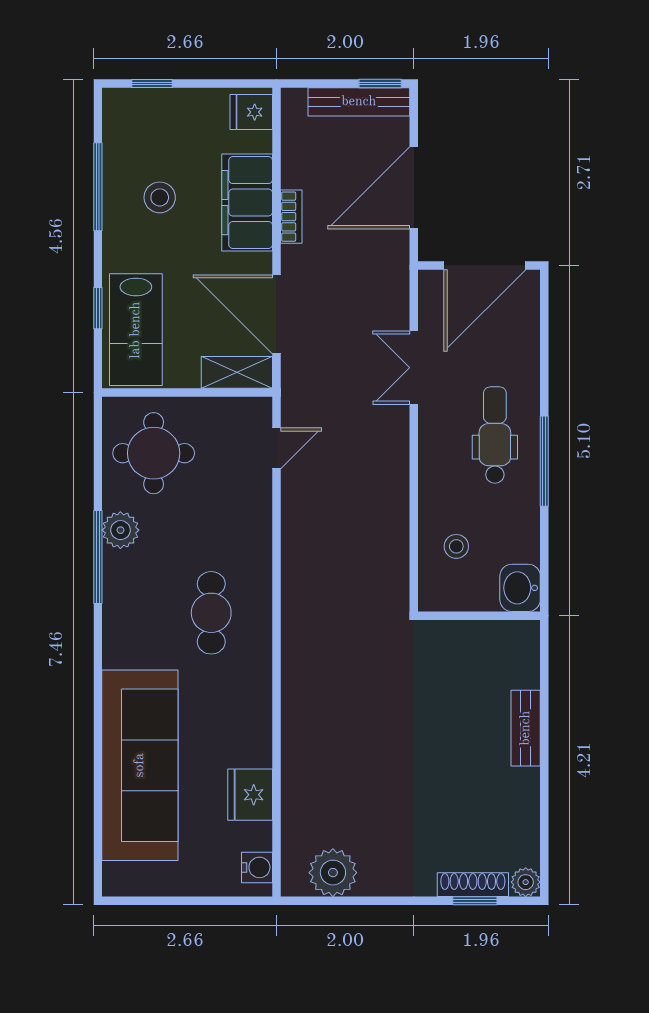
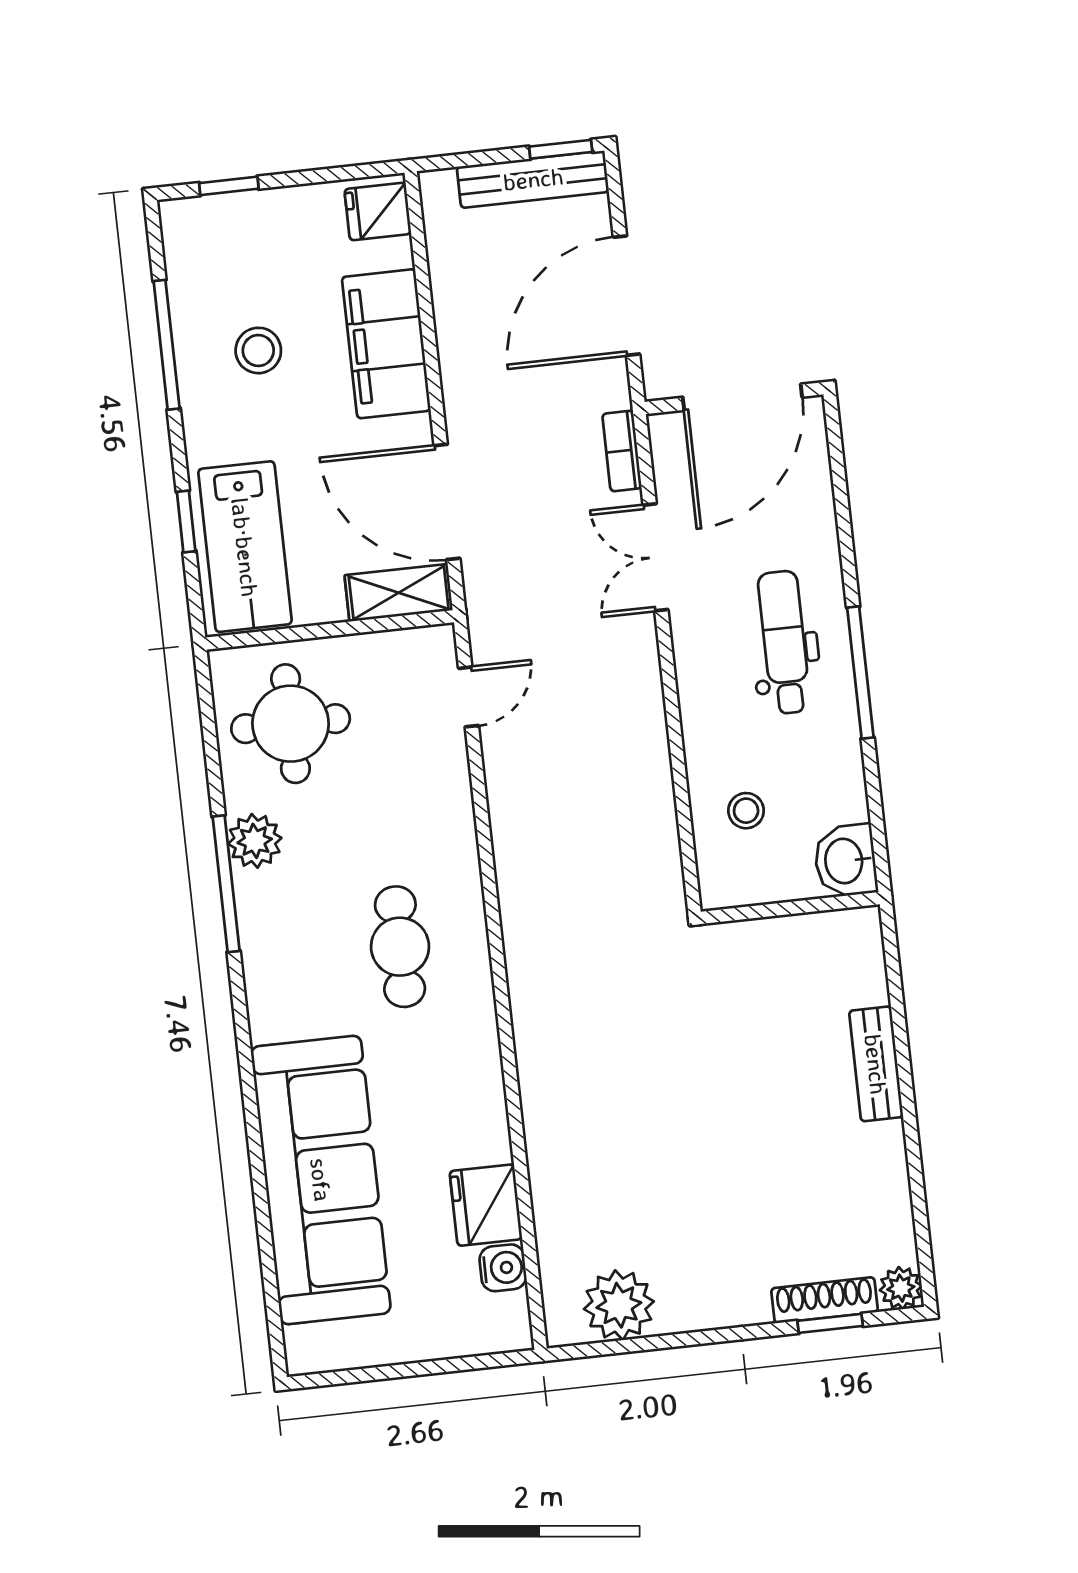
bookcase: (291, 217) -> (622, 451), moved, turned 180
water cooler: (257, 867) -> (503, 1268), moved

